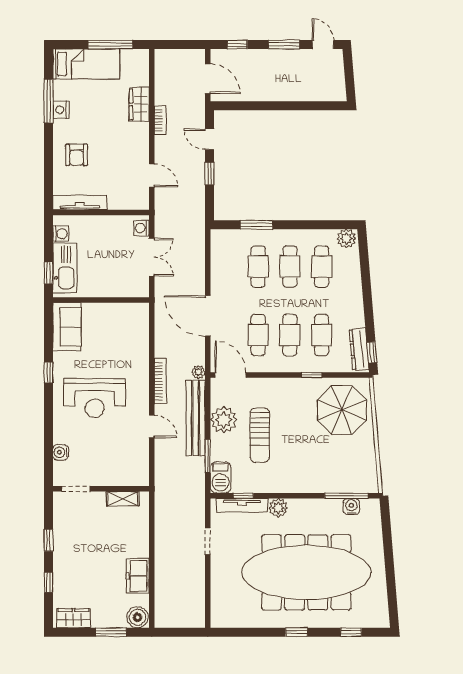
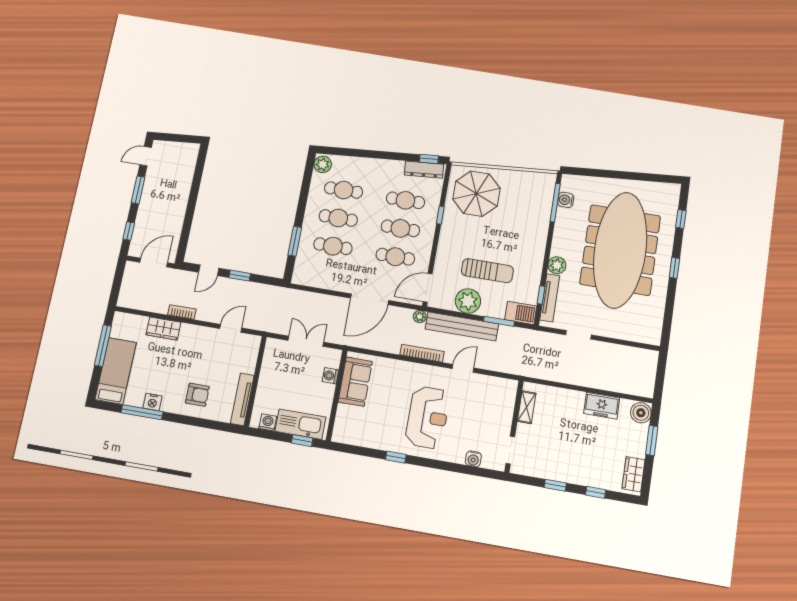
washing machine: (142, 228) -> (330, 376), moved, turned 90
sofa: (67, 327) -> (355, 382), moved, turned 90

